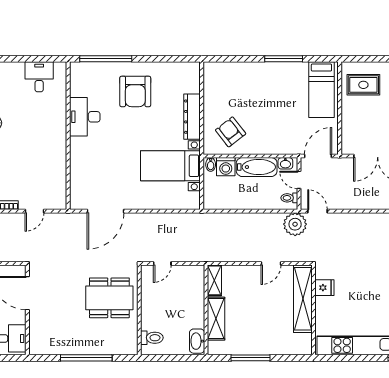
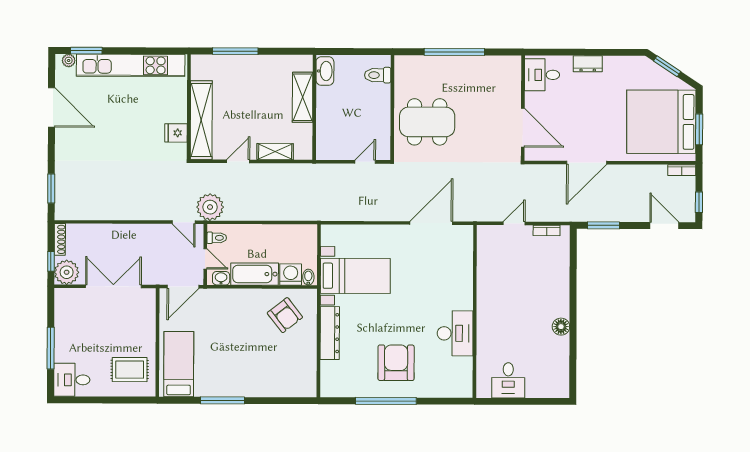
window: (106, 59) -> (386, 401), moved
shelving: (214, 280) -> (275, 152), moved, turned 90
window: (250, 358) -> (235, 51), moved

